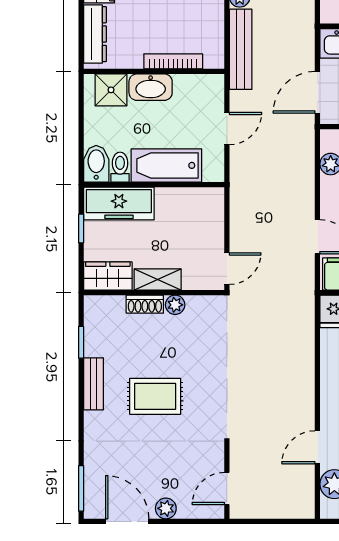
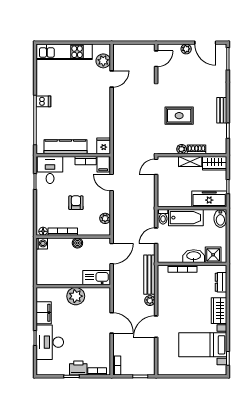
dresser: (95, 34) -> (221, 282), width x0.70
toilet: (120, 167) -> (163, 217), moved
rug: (155, 396) -> (179, 116), moved

